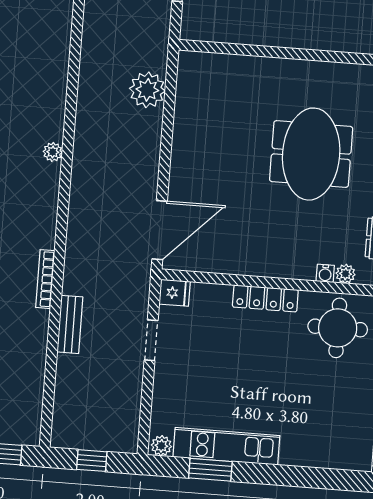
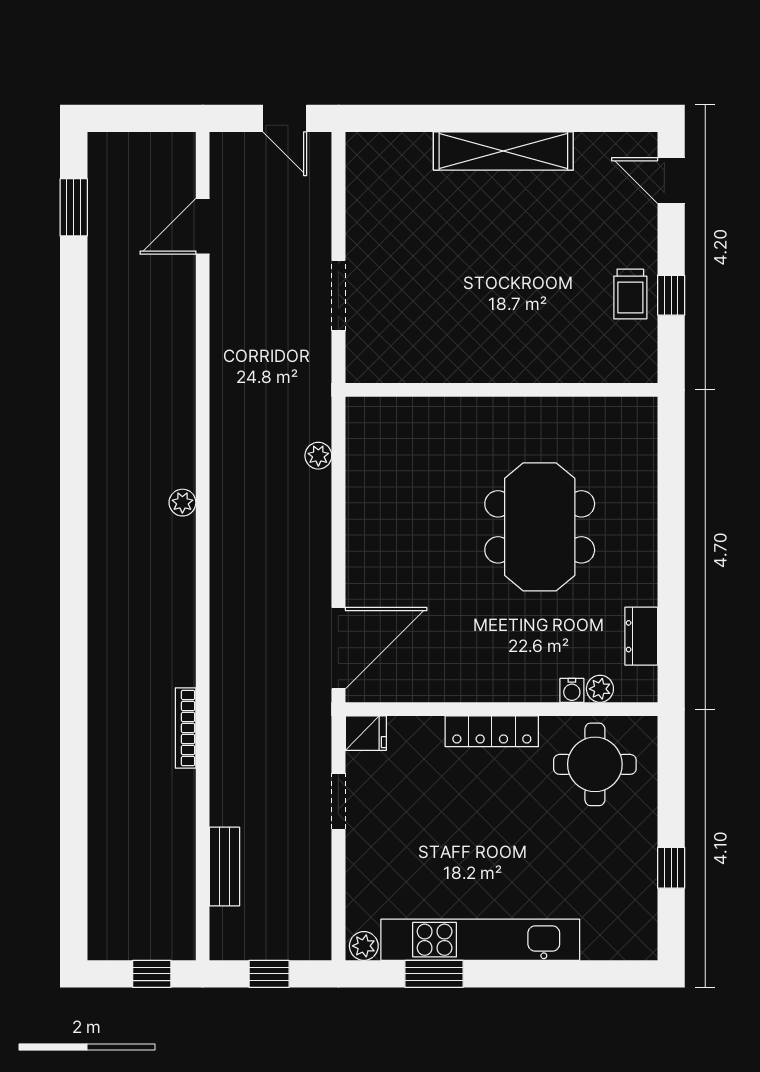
plant: (147, 90) -> (318, 456), width x0.53, depth x0.53
plant: (53, 152) -> (182, 503), moved
bench: (70, 324) -> (225, 867), moved
kitchen unit: (226, 446) -> (480, 940), width x1.36

